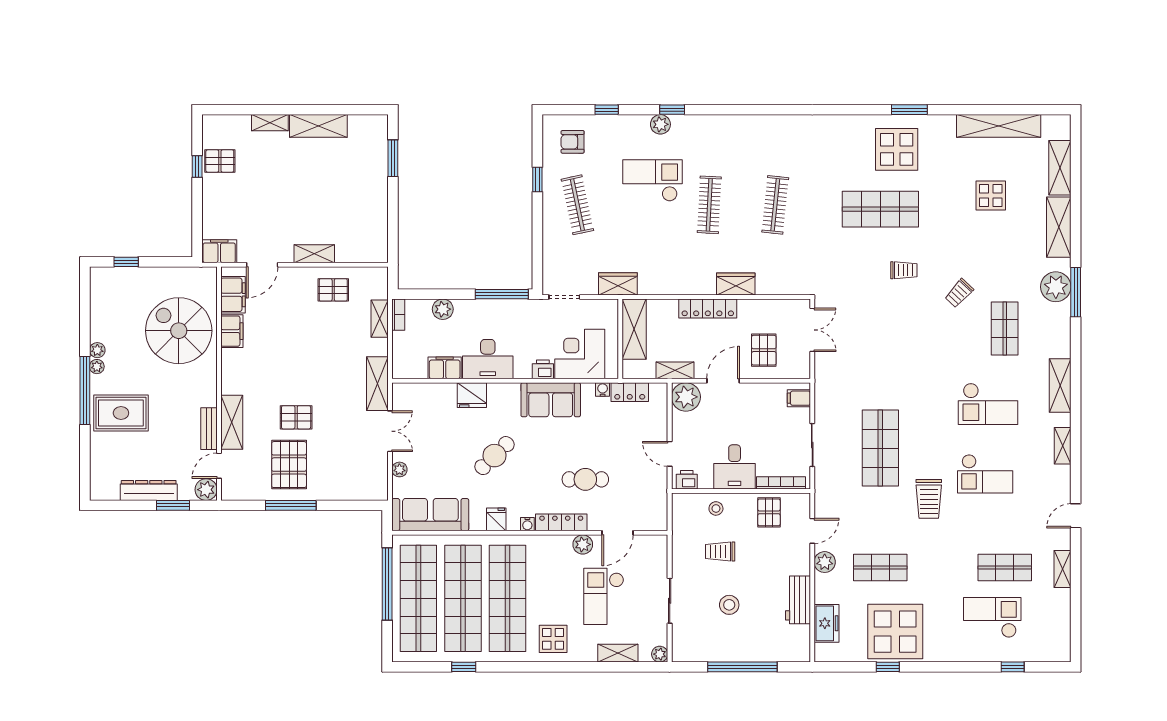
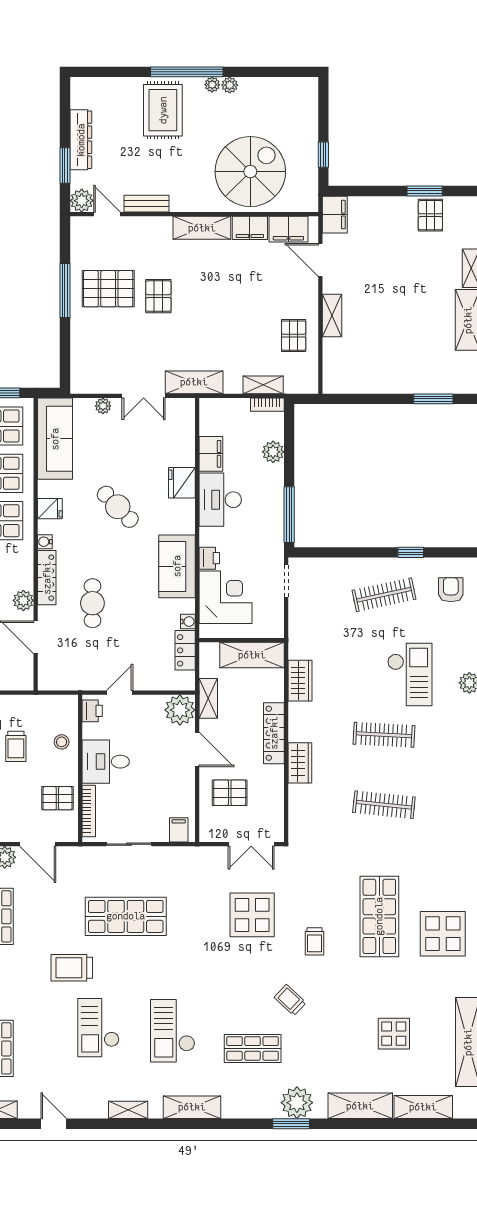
window: (197, 166) -> (425, 191), width x1.50
window: (126, 262) -> (323, 155), moved
wardrobe: (618, 284) -> (300, 681), moved
window: (1076, 292) -> (291, 1124), width x0.69
display table: (879, 329) -> (252, 915), added
shelving: (232, 422) -> (202, 228), moved
door: (812, 531) -> (38, 844), width x1.38
trolley: (720, 552) -> (16, 746), turned 180

